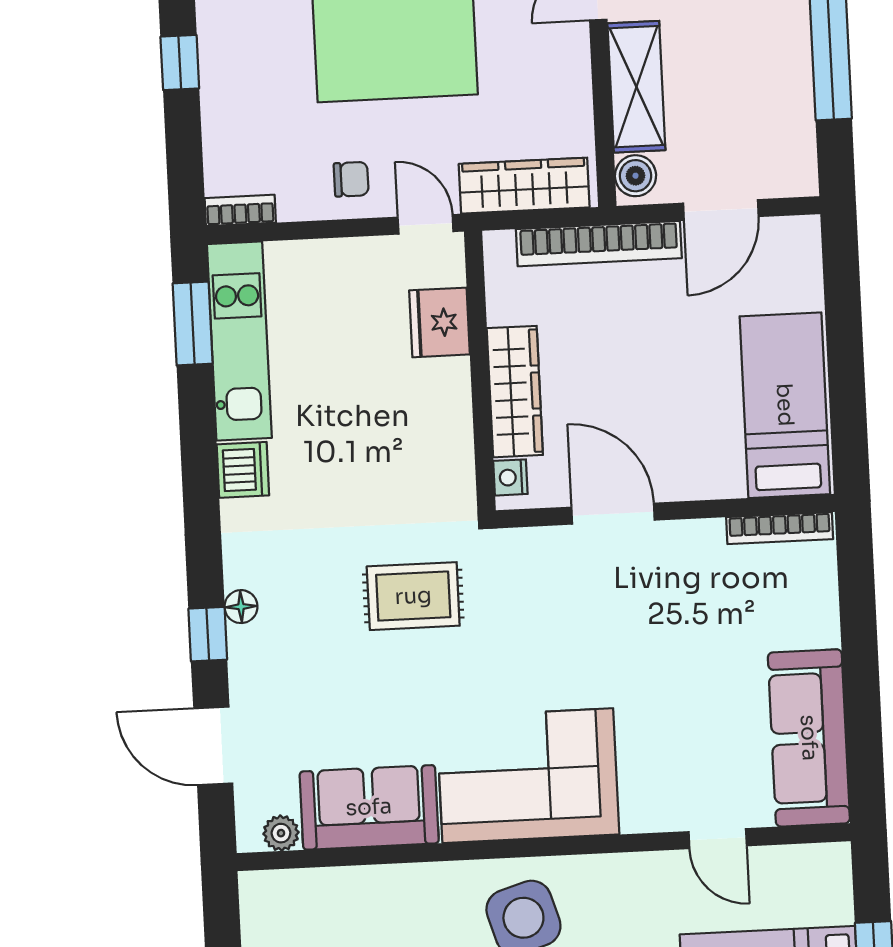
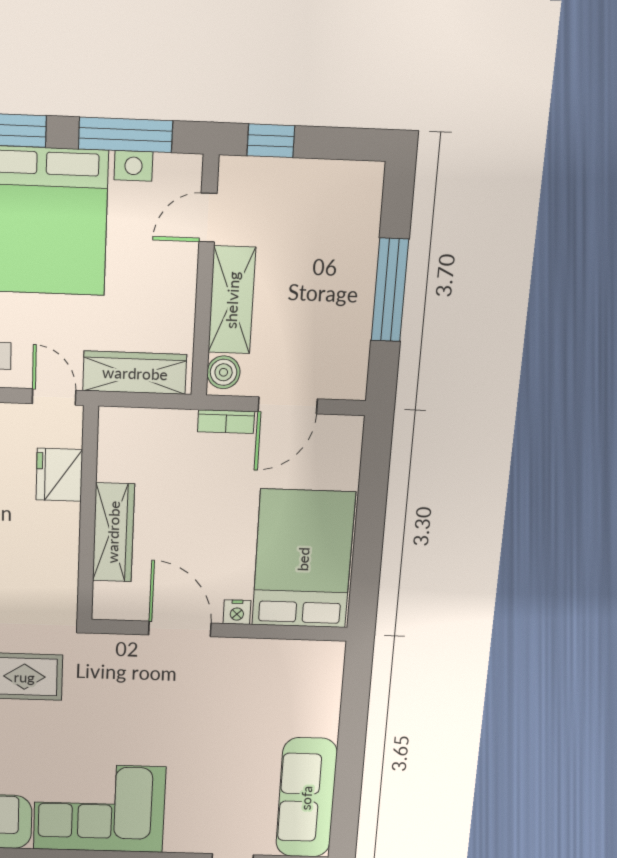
bookcase: (599, 244) -> (226, 422), width x0.43, depth x0.76
bed: (785, 405) -> (303, 559), width x1.50
nightstand: (510, 477) -> (237, 612), moved, turned -90
bookcase: (780, 528) -> (304, 649), removed

